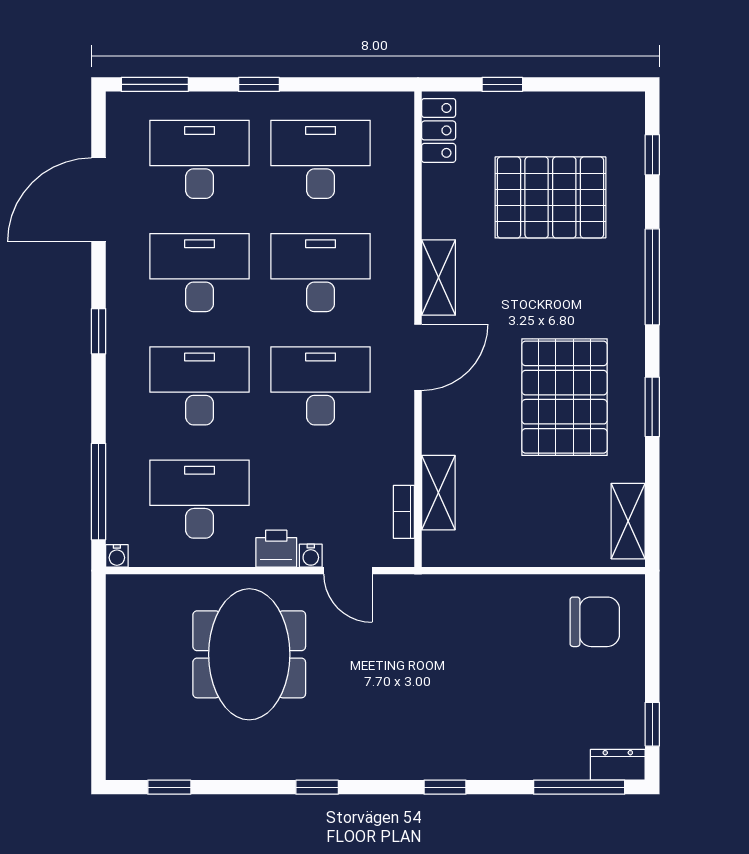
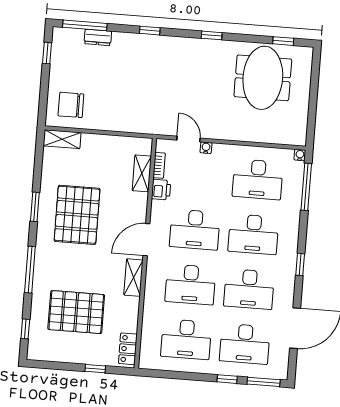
window: (259, 84) -> (227, 379), moved
shelving: (628, 521) -> (62, 139), moved, turned 90
printer: (276, 549) -> (161, 190), moved, turned -90
meeting table: (249, 654) -> (263, 78), moved
dresser: (618, 765) -> (98, 37), moved

